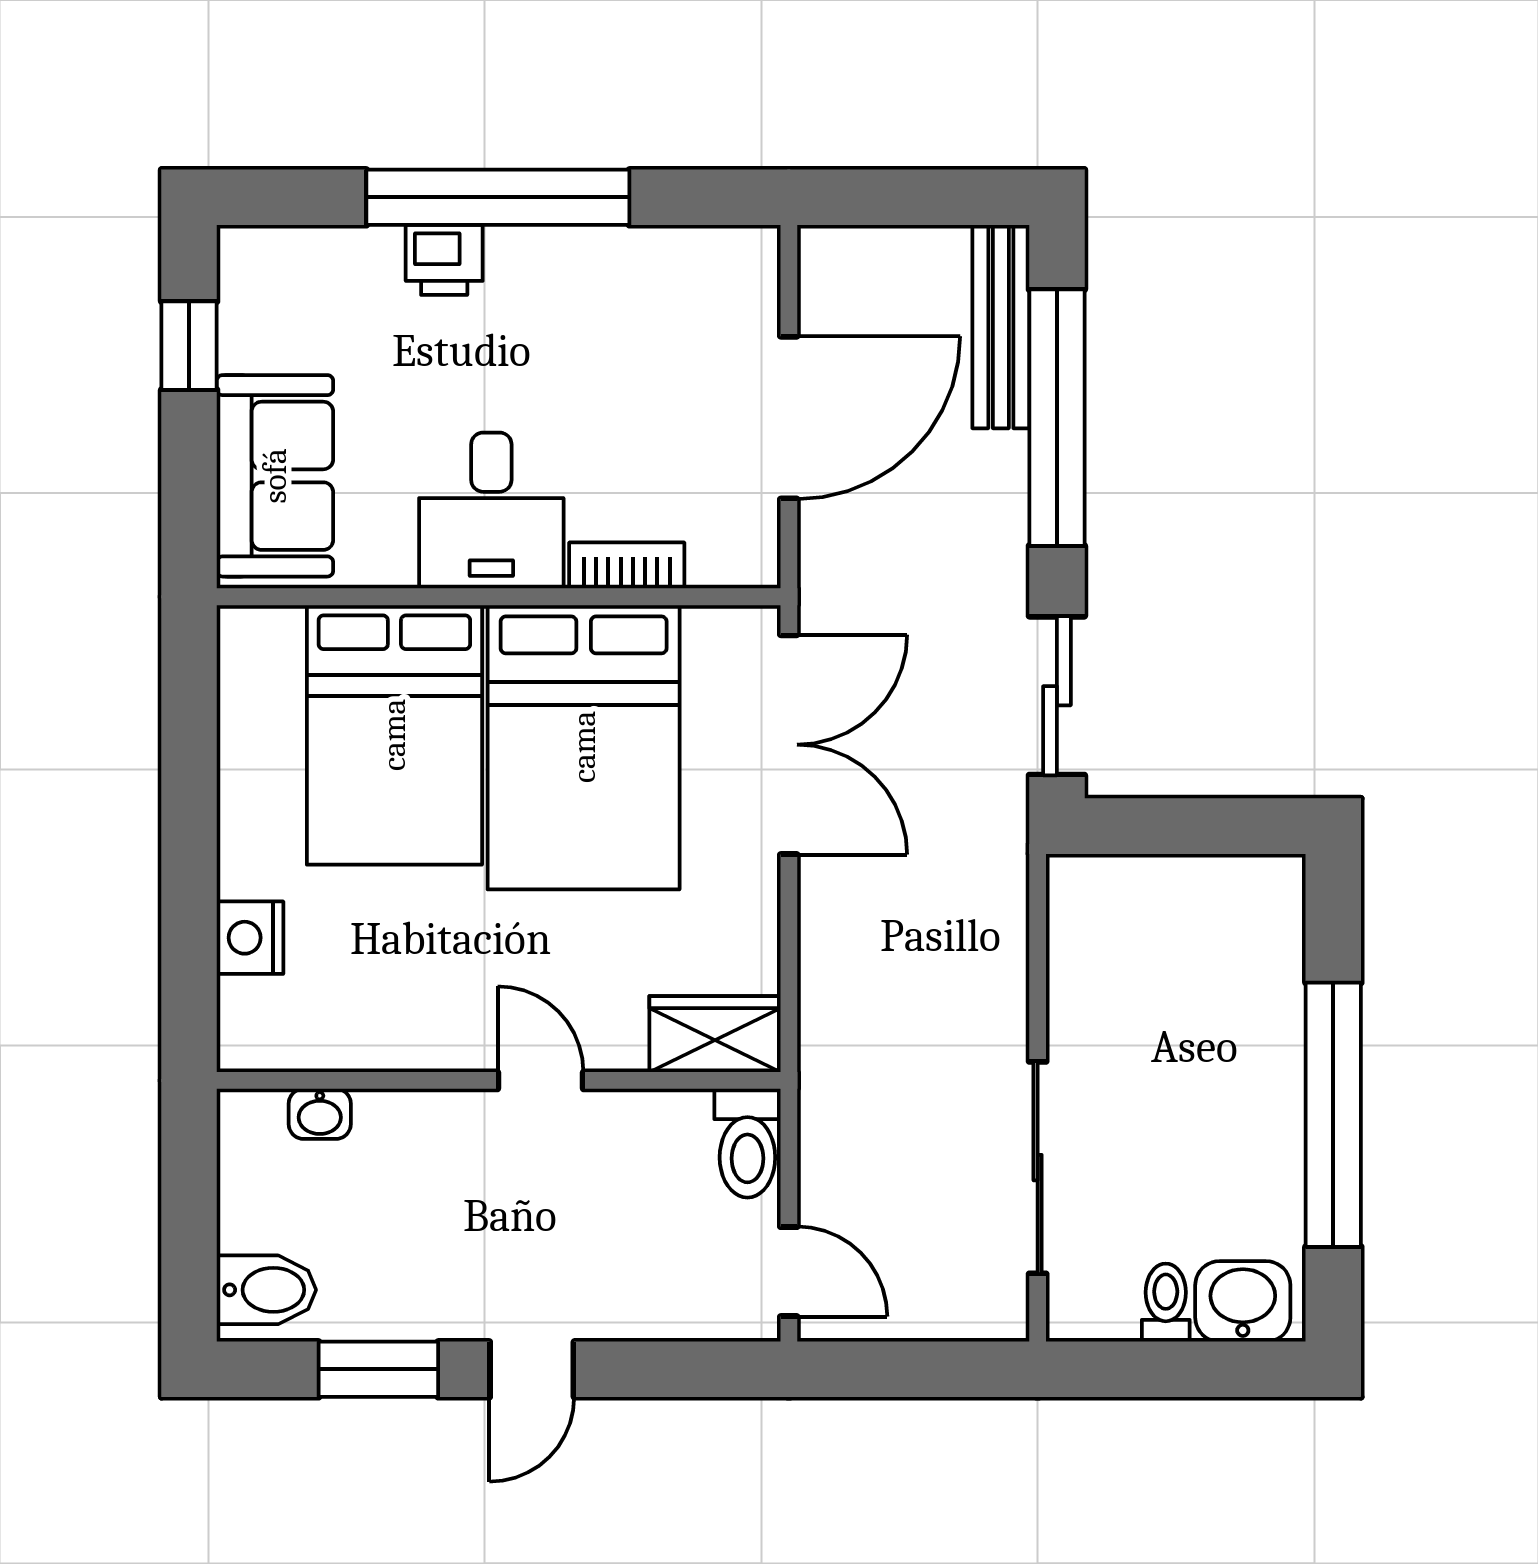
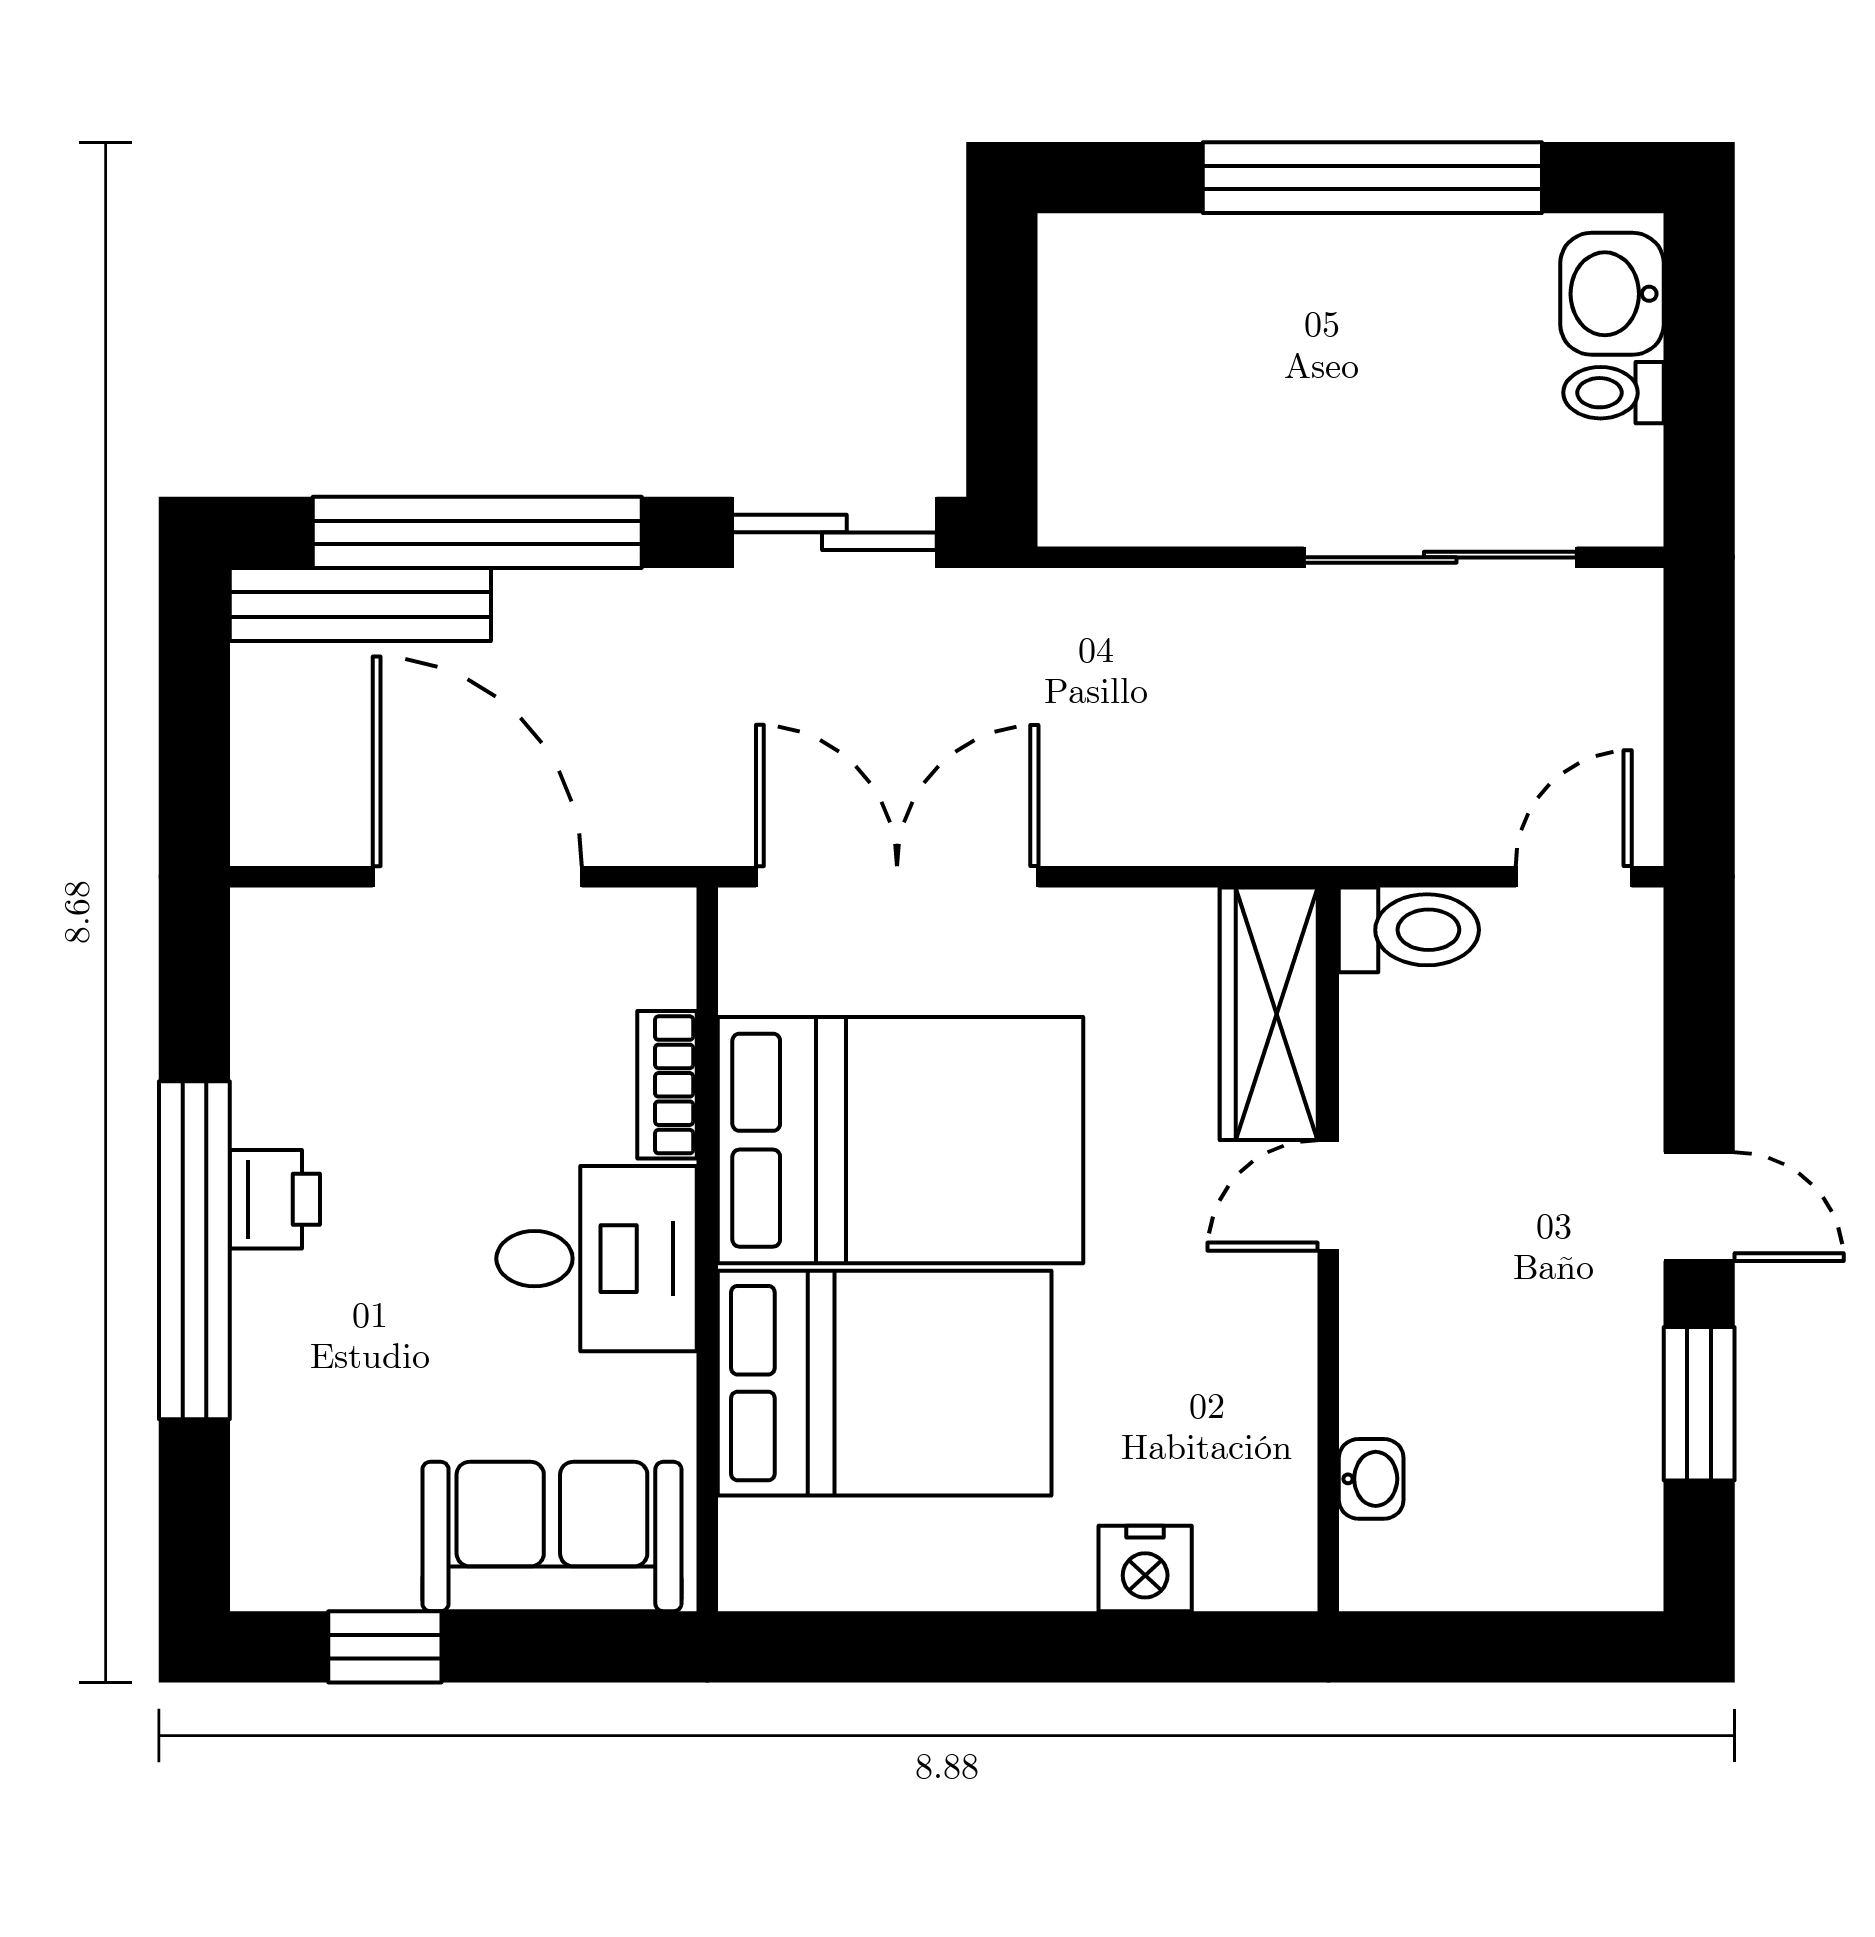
printer: (444, 260) -> (275, 1199), moved
wardrobe: (715, 1034) -> (1269, 1014), width x1.50
bidet: (266, 1290) -> (1597, 1547), removed

